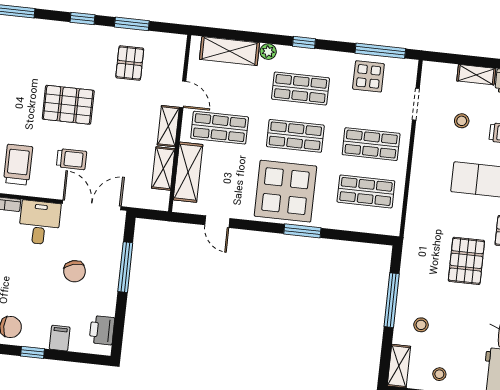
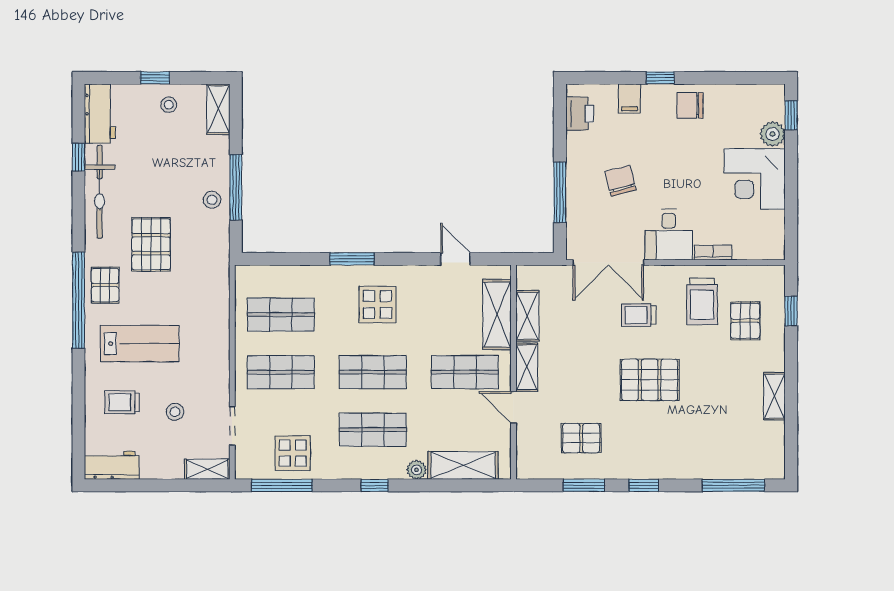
pallet: (130, 63) -> (581, 438), turned 90
shelving: (476, 75) -> (207, 469), moved
display table: (285, 191) -> (377, 304), width x0.54, depth x0.54
stool: (421, 325) -> (212, 200), moved

